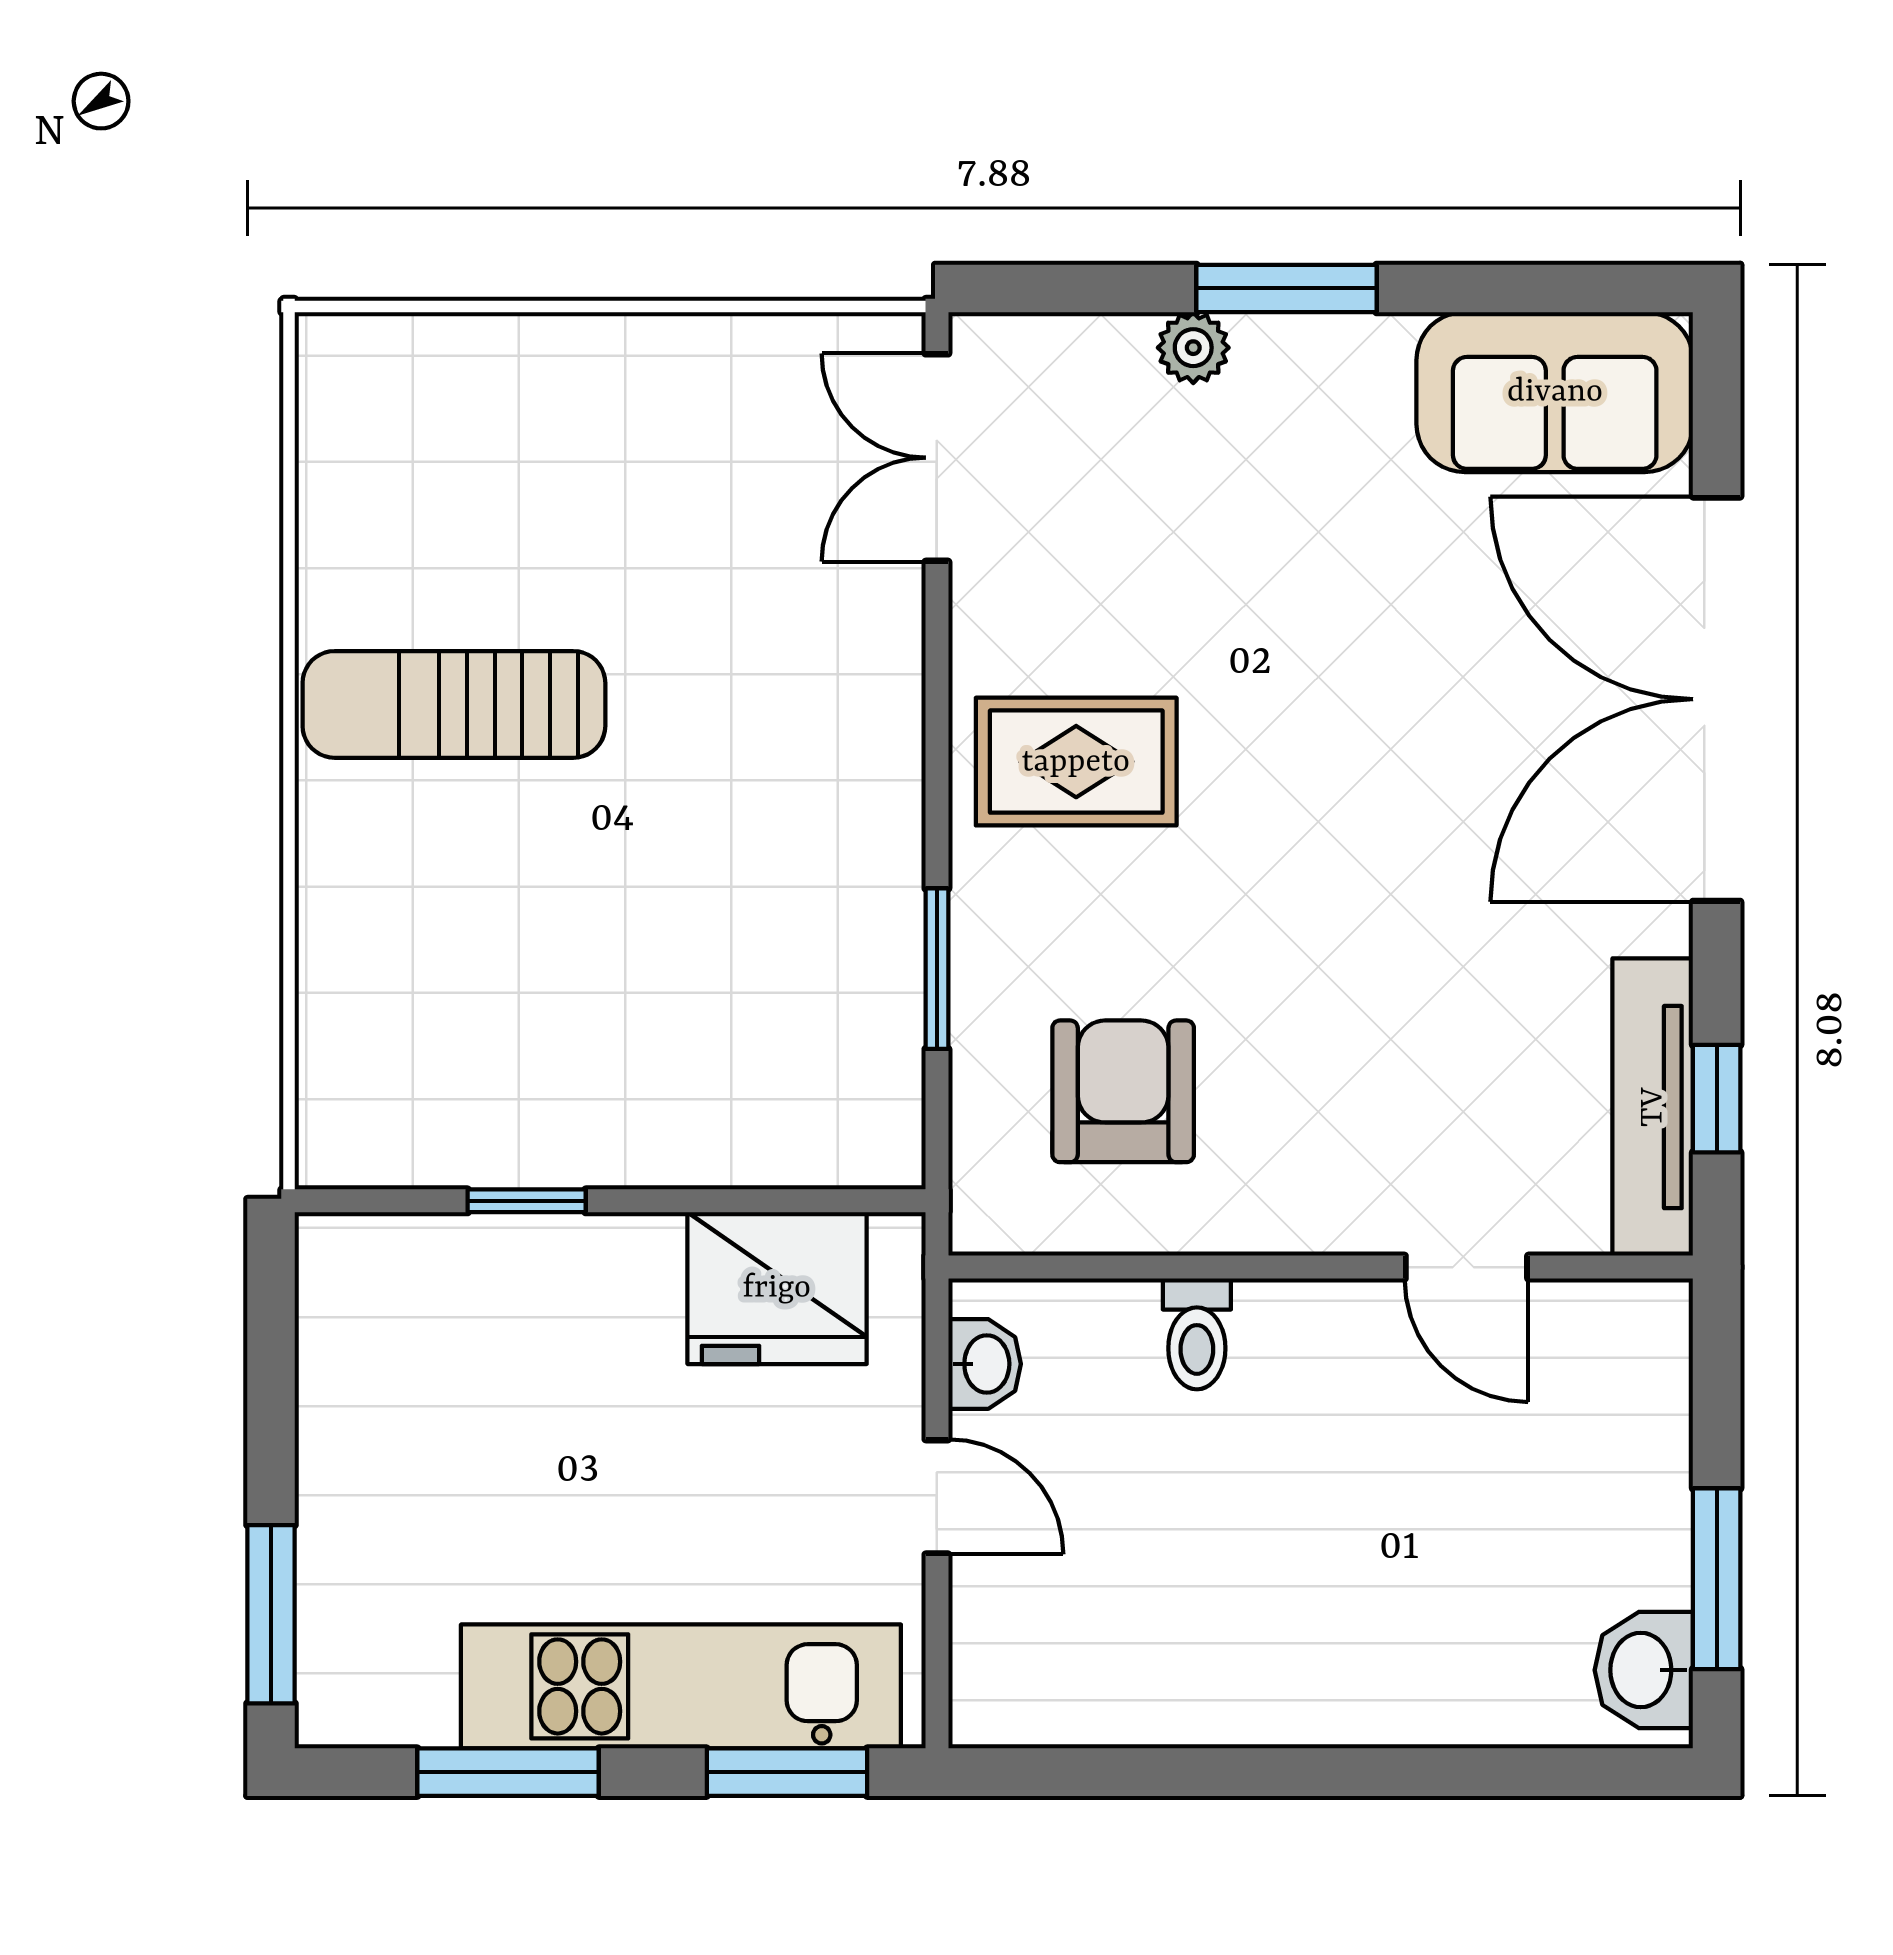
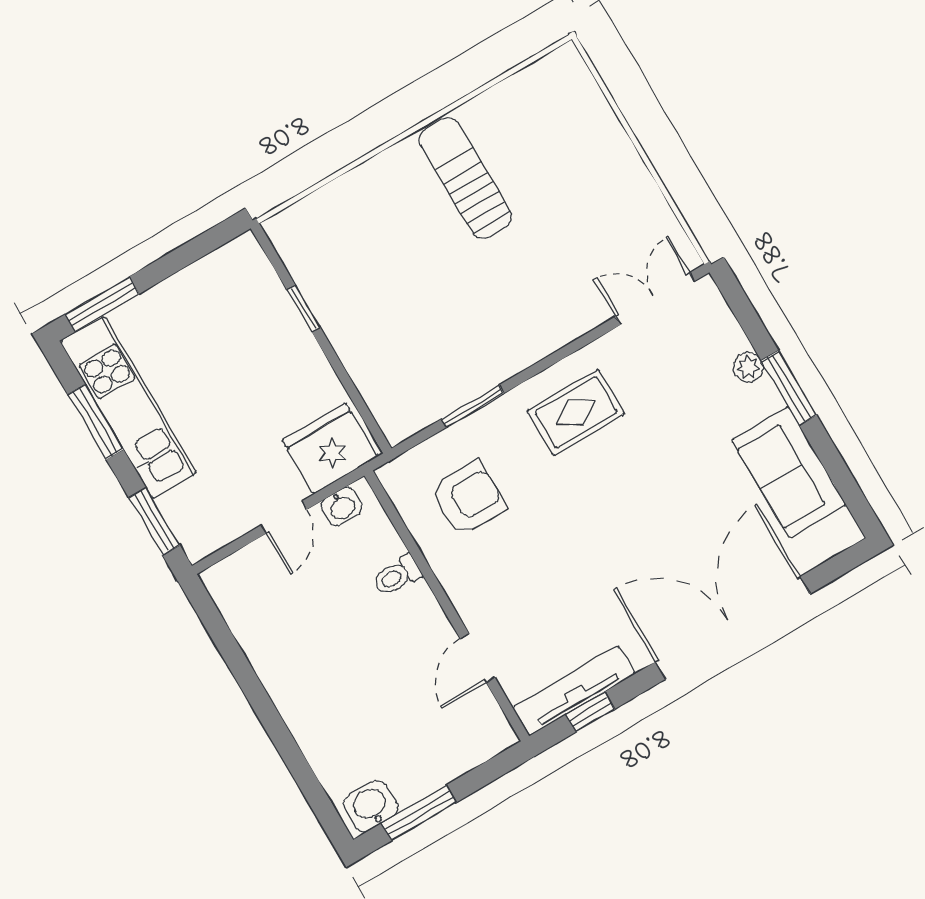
sofa: (1555, 392) -> (789, 472), moved
rug: (1076, 762) -> (576, 412), turned 90
fridge: (777, 1288) -> (330, 448), moved, turned 90
kitchen unit: (681, 1686) -> (128, 408), moved

